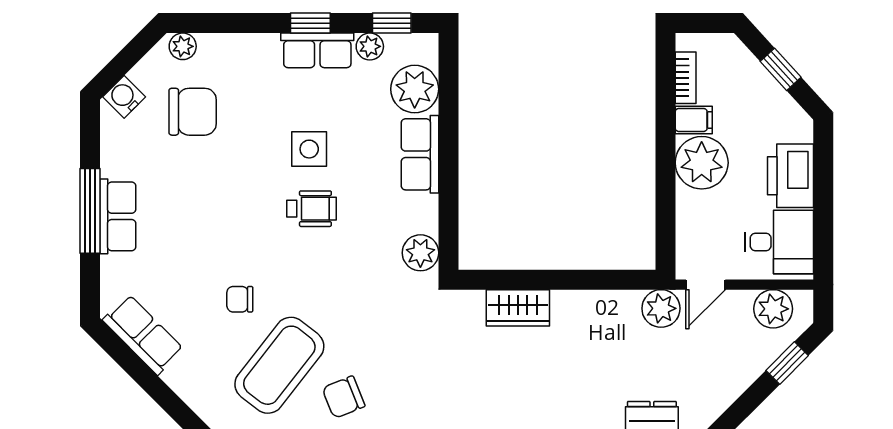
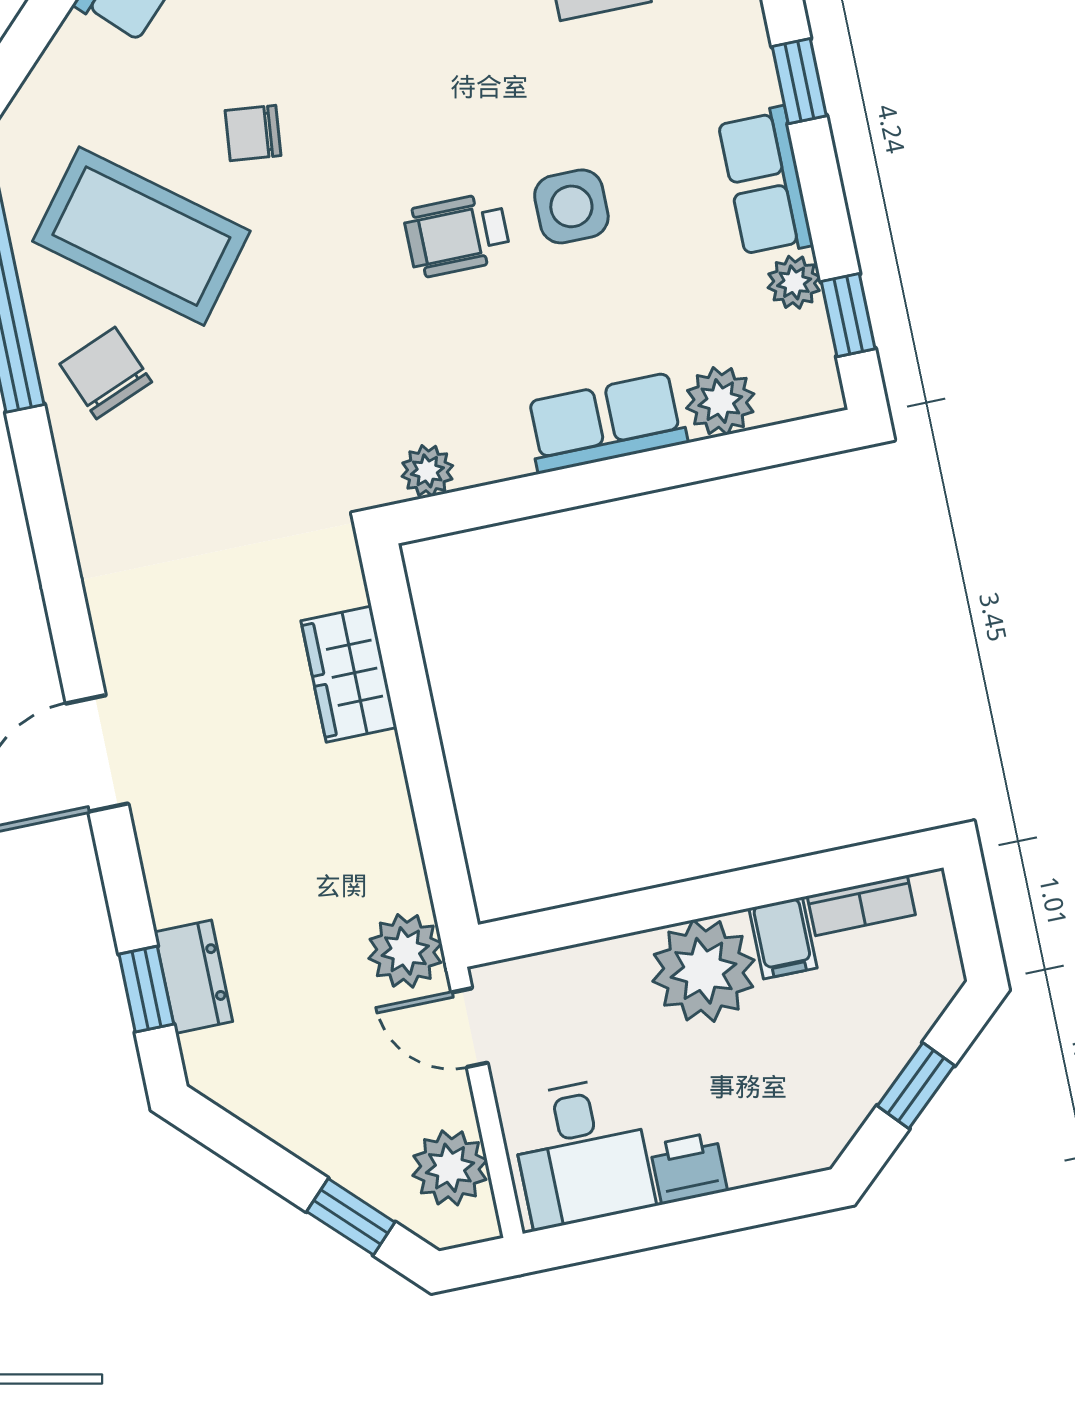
window: (310, 23) -> (799, 81), moved
plant: (415, 89) -> (720, 401), width x0.73, depth x0.73
printer: (791, 176) -> (689, 1168), width x0.53, depth x0.68
wheelchair: (311, 209) -> (457, 235), turned 90
plant: (420, 253) -> (427, 471), width x0.73, depth x0.73
chair: (240, 299) -> (253, 133), turned -84

